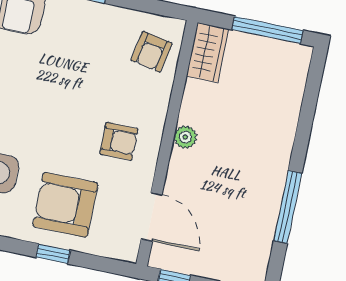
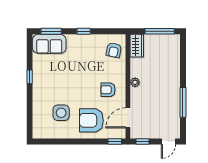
armchair: (119, 141) -> (108, 90), turned 180
door: (152, 217) -> (128, 118), swing flipped
window: (53, 254) -> (115, 141), moved

